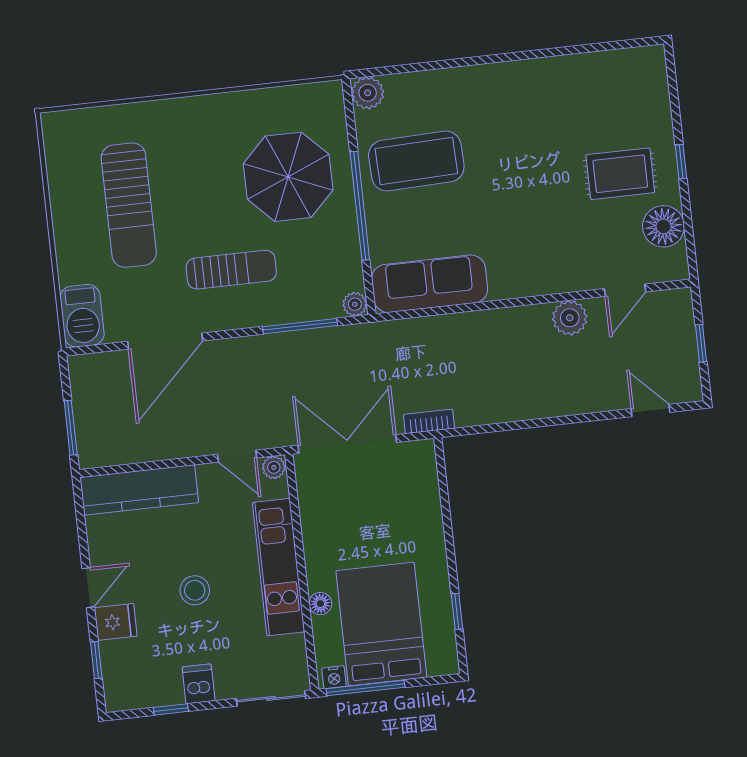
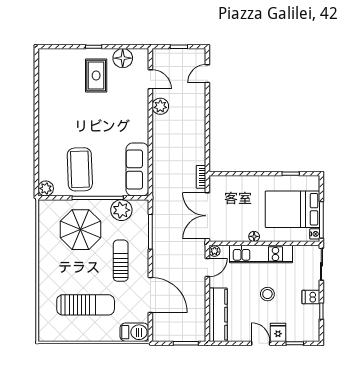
plant: (355, 304) -> (121, 210), moved, width x1.88, depth x1.88
floor lamp: (320, 604) -> (254, 236), moved

